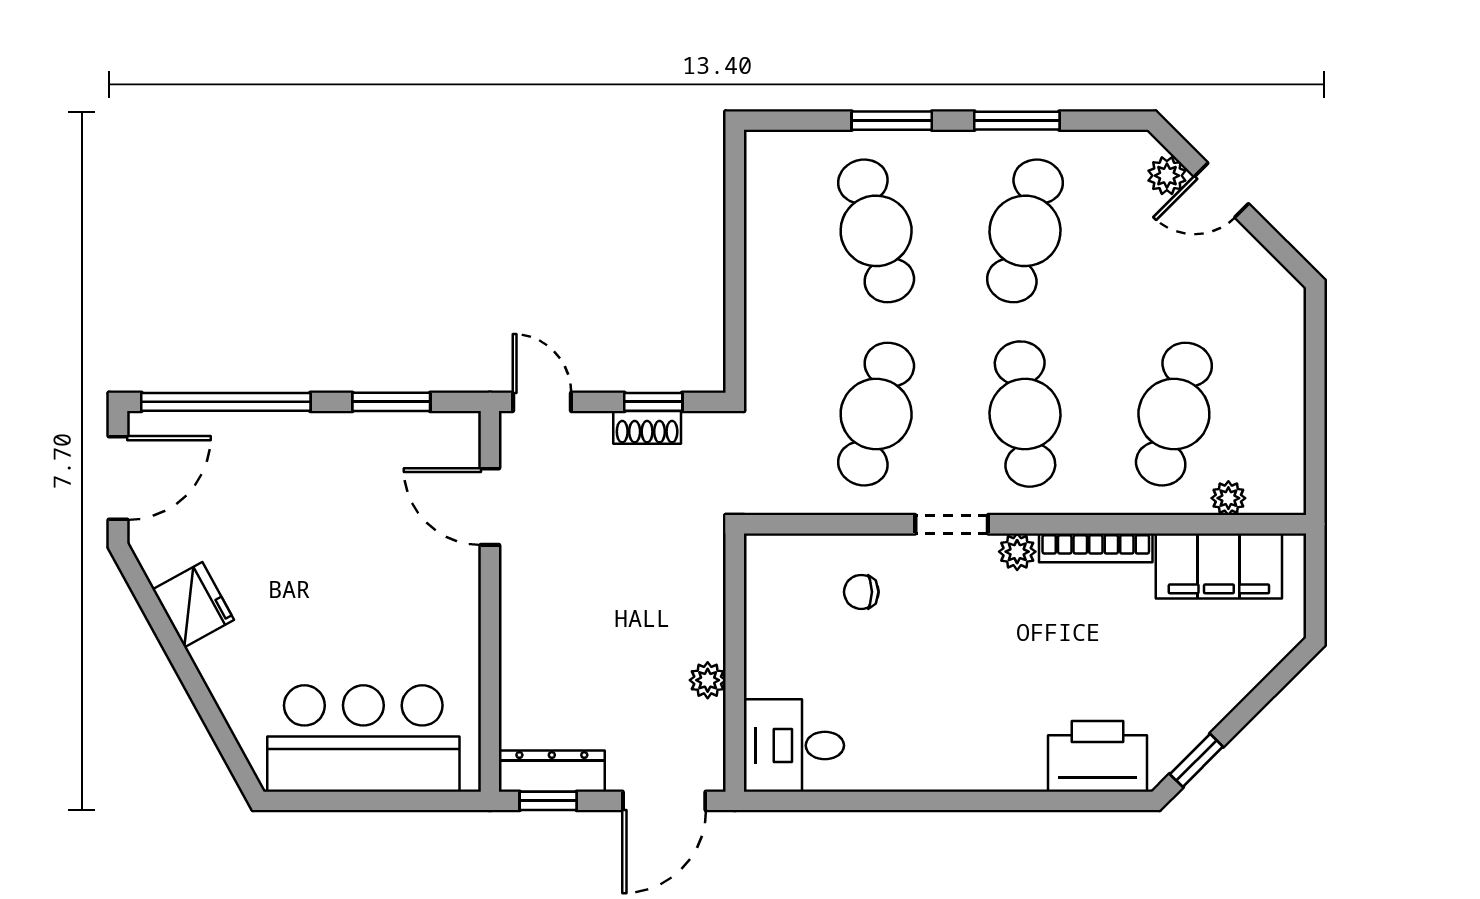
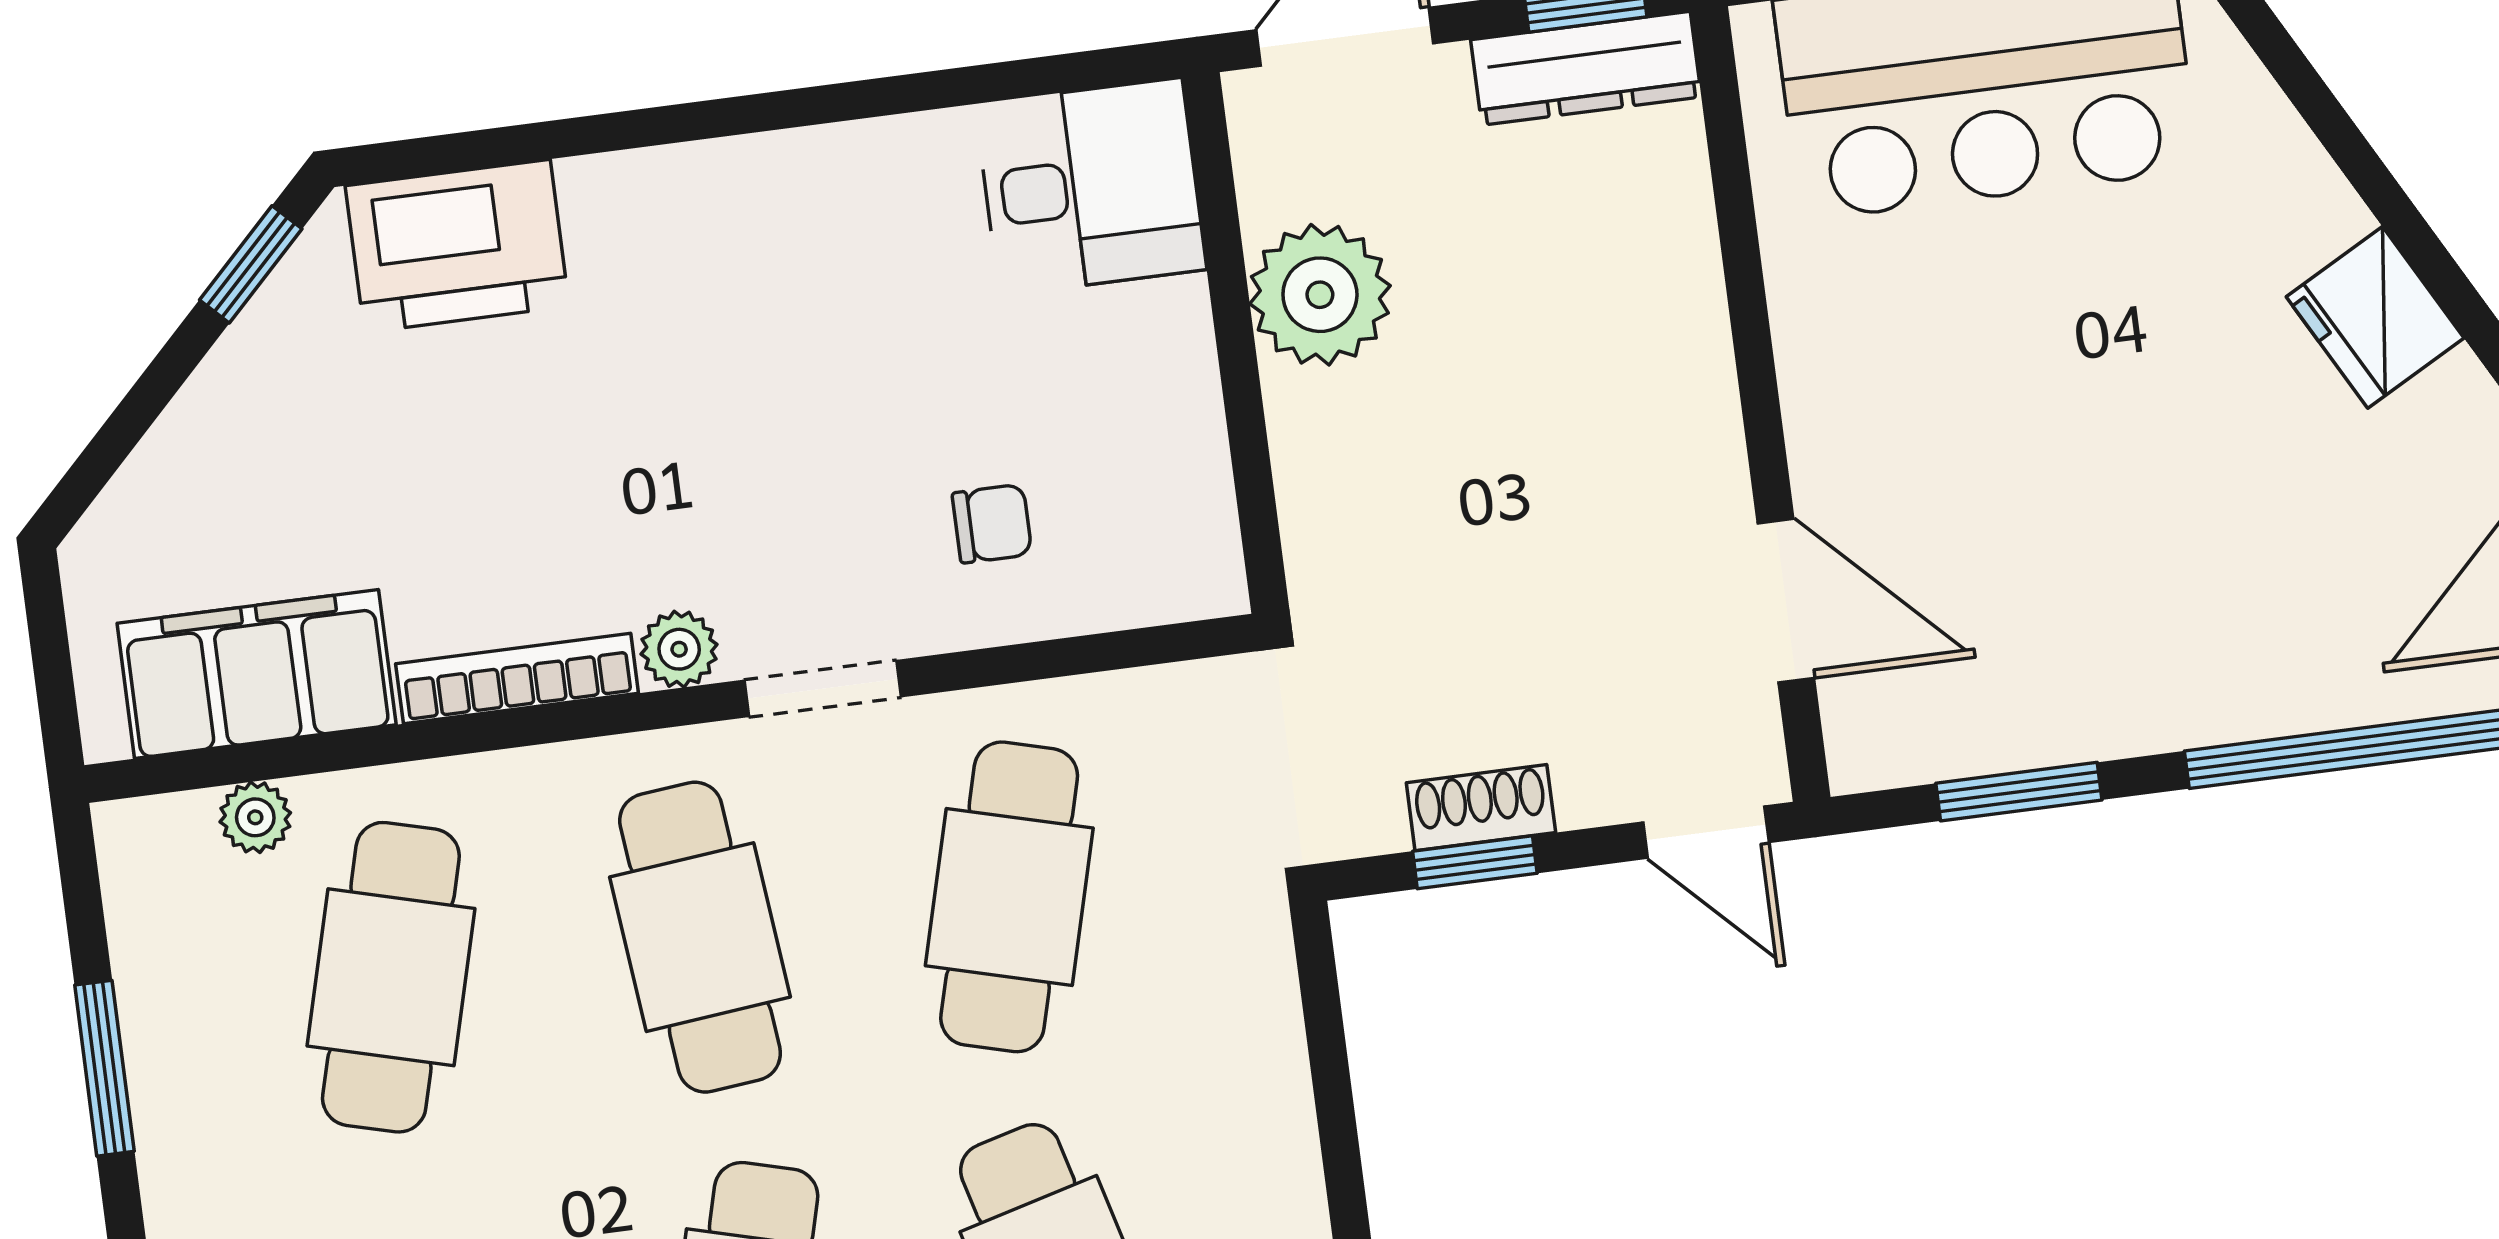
window: (1315, 389) -> (104, 1068), added
plant: (708, 680) -> (1320, 295), width x1.88, depth x1.88

